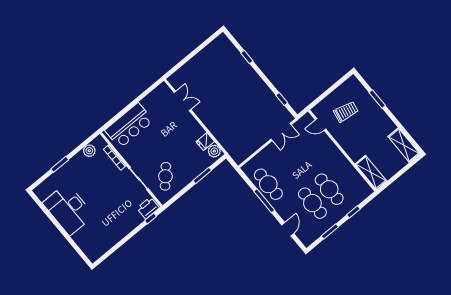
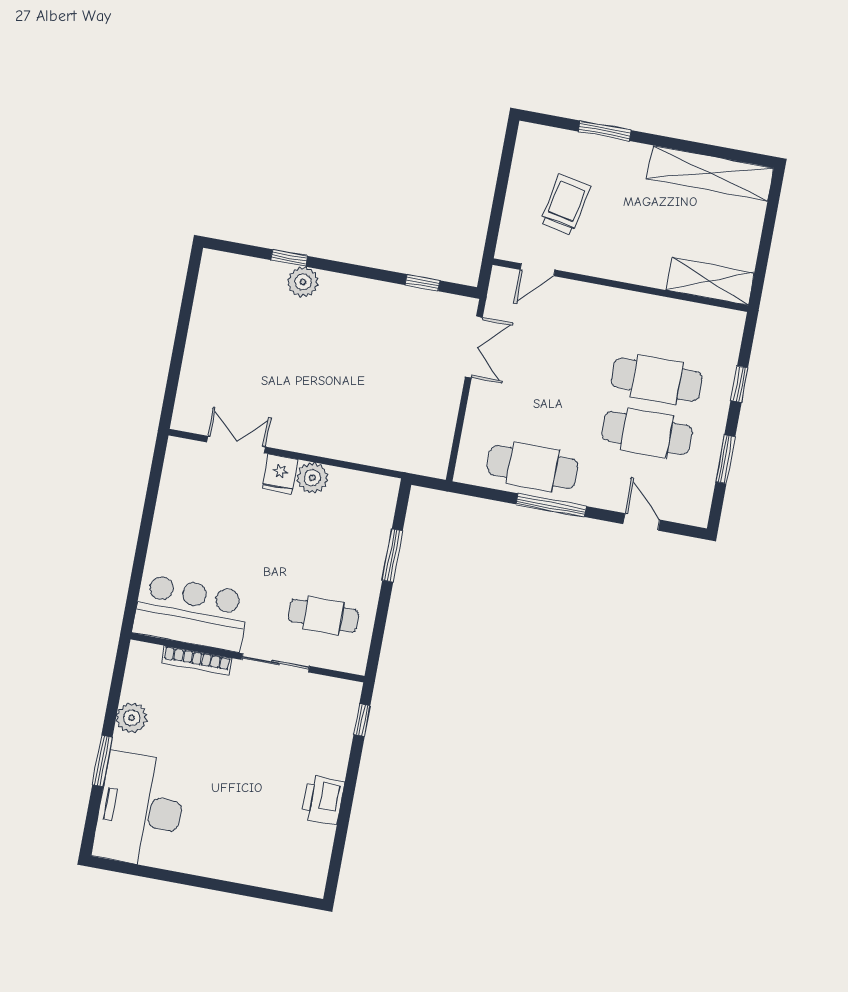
plant: (245, 68) -> (303, 282), added
bar counter: (129, 126) -> (191, 613), moved, turned -90
fridge: (205, 142) -> (280, 474), moved
shelving: (404, 145) -> (710, 173), width x1.47
plant: (89, 151) -> (132, 718), moved
plant: (214, 151) -> (312, 478), moved
cafe table: (165, 176) -> (324, 616), turned -42
printer: (148, 208) -> (323, 800), moved
desk: (68, 209) -> (140, 810), moved, turned 90

